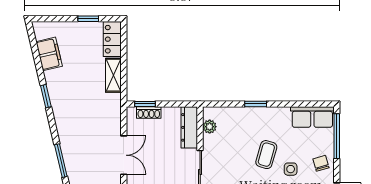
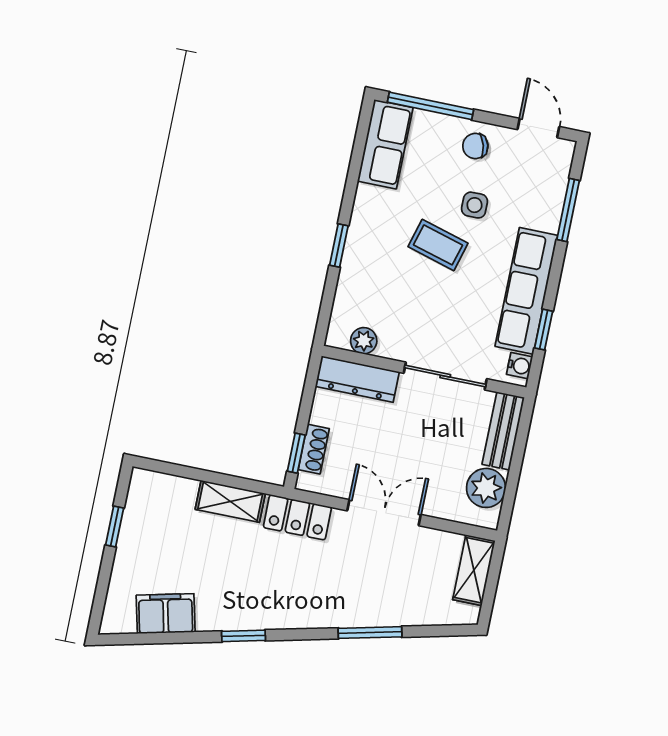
locker: (112, 39) -> (297, 517), moved

